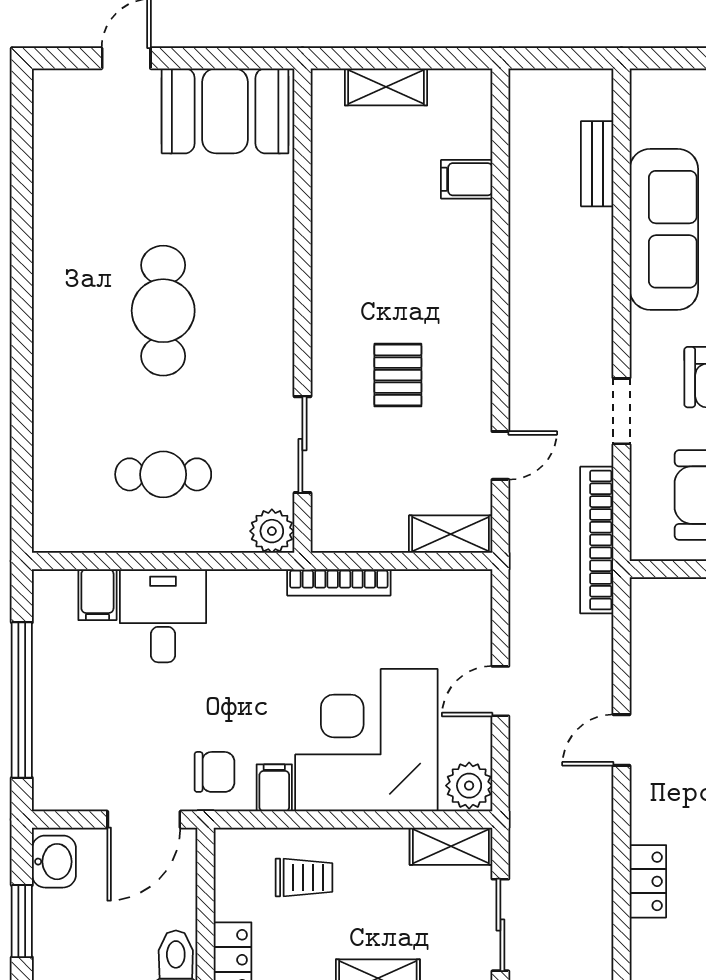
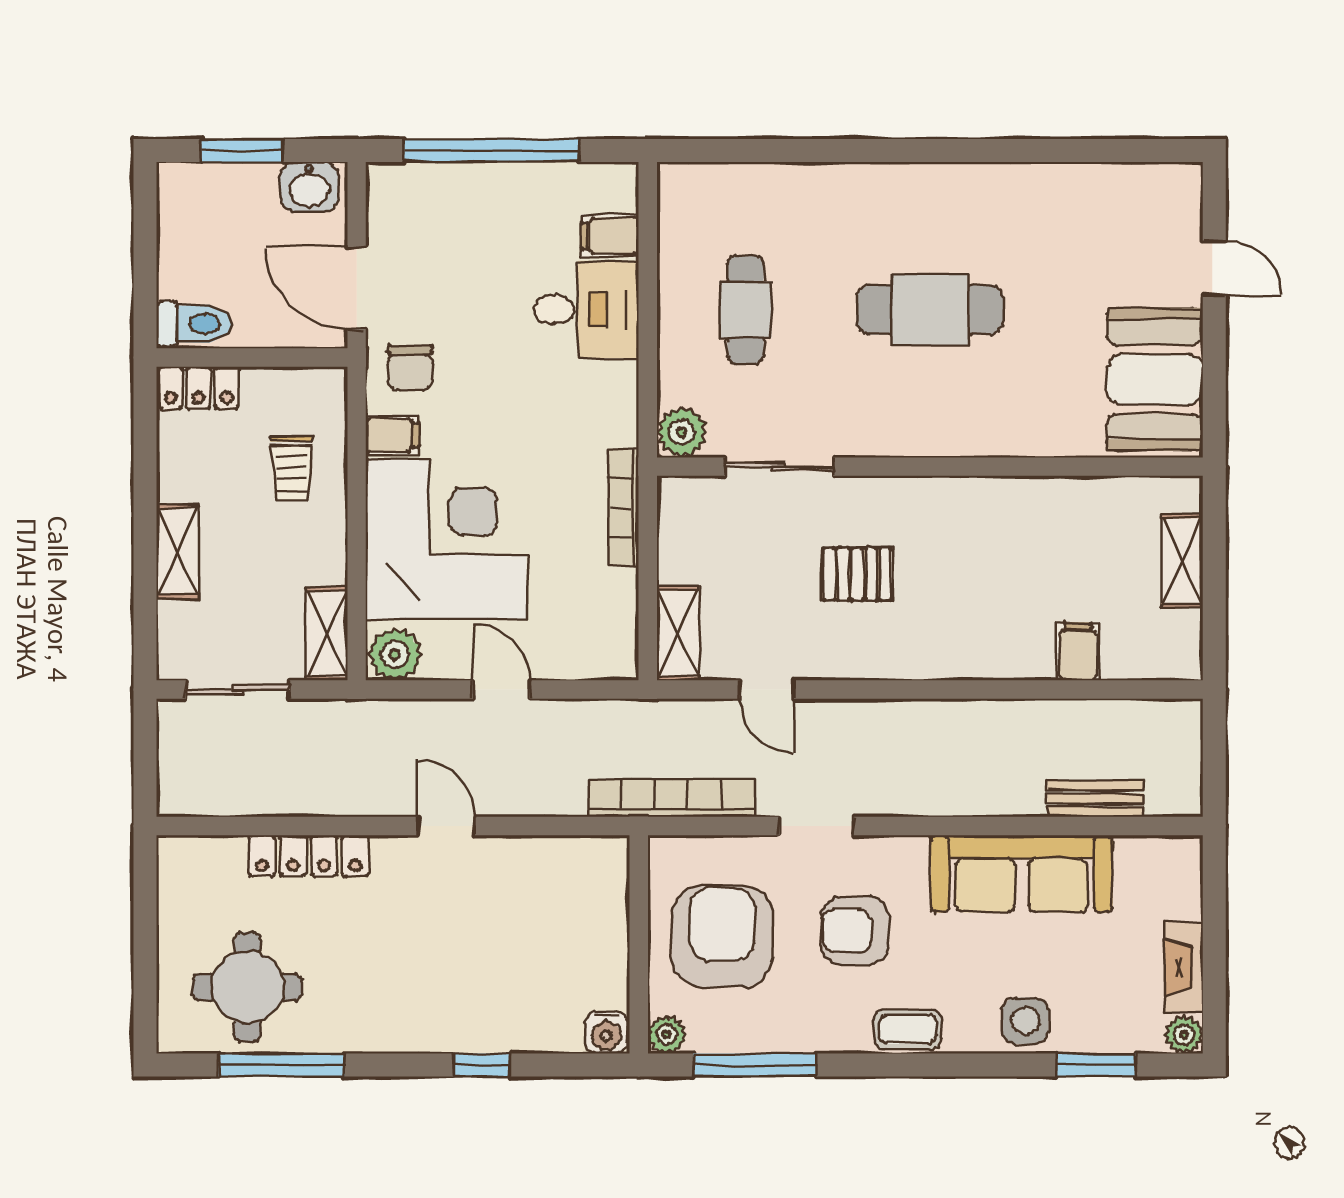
locker: (648, 881) -> (308, 856), width x1.53

